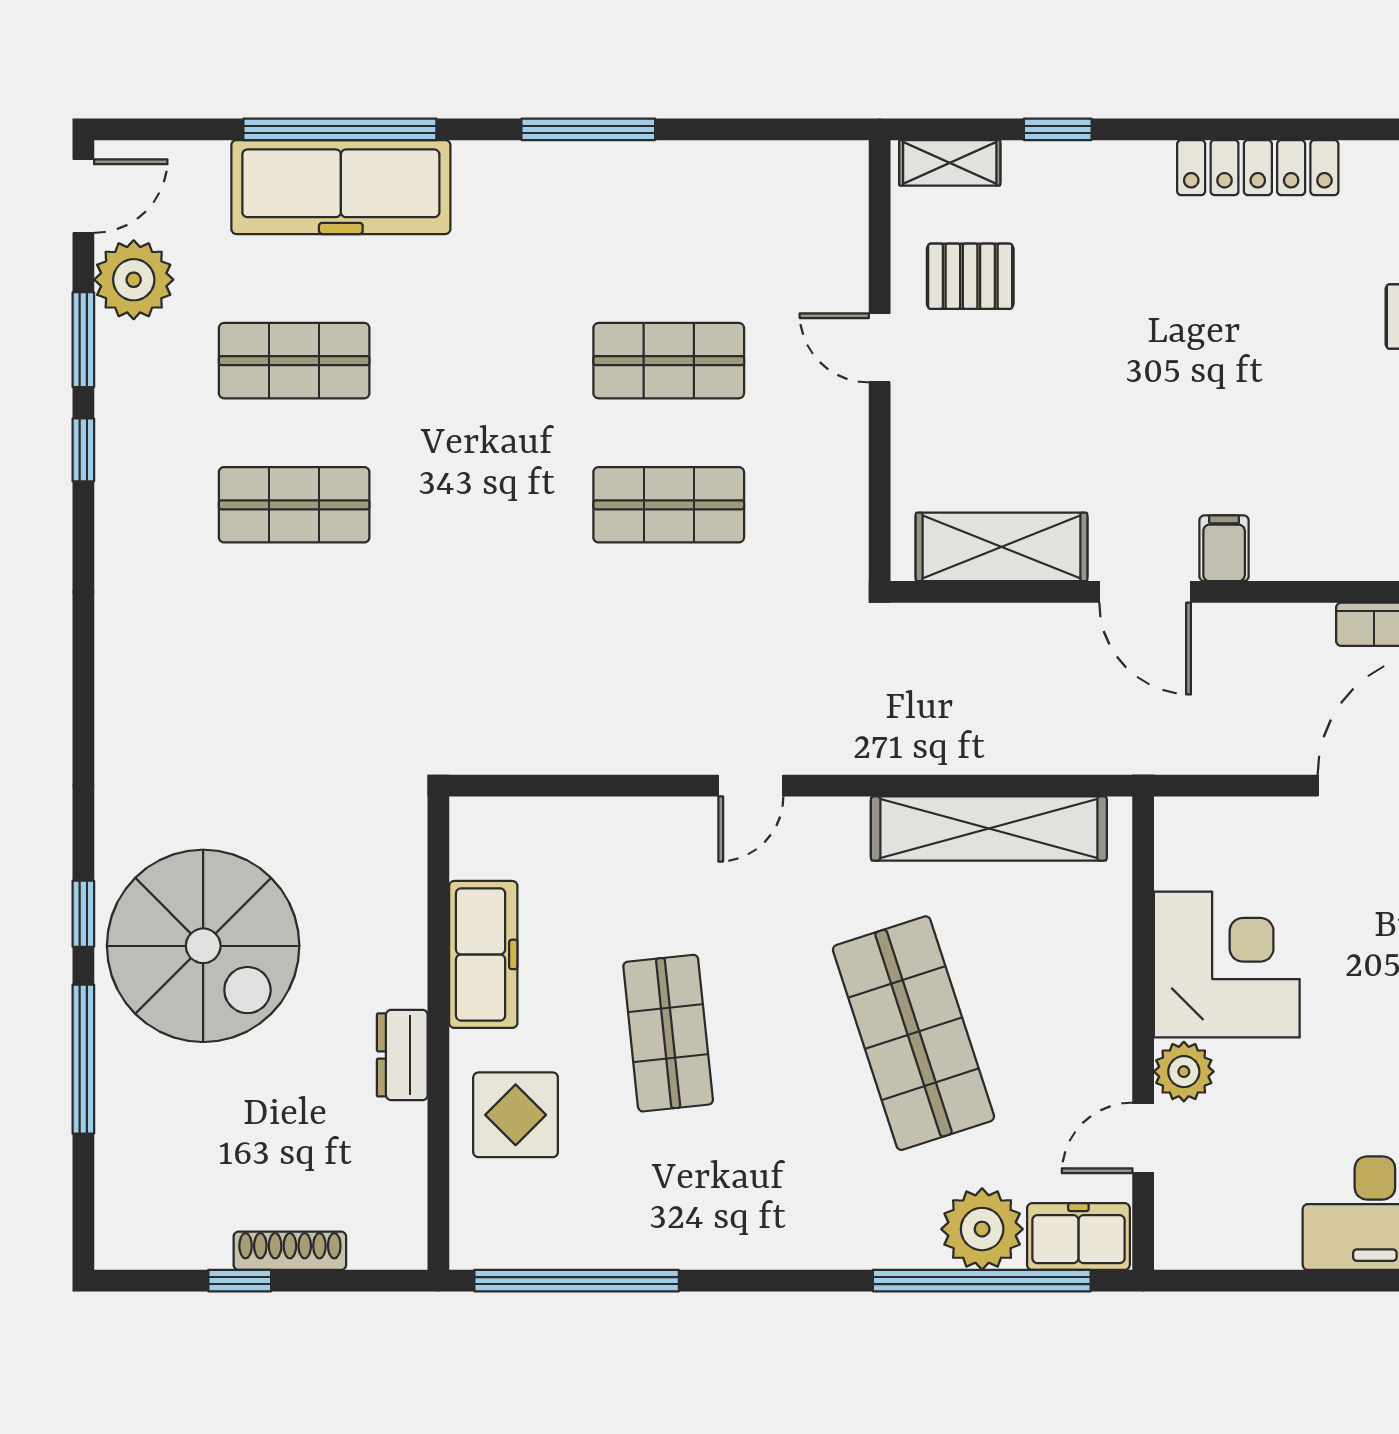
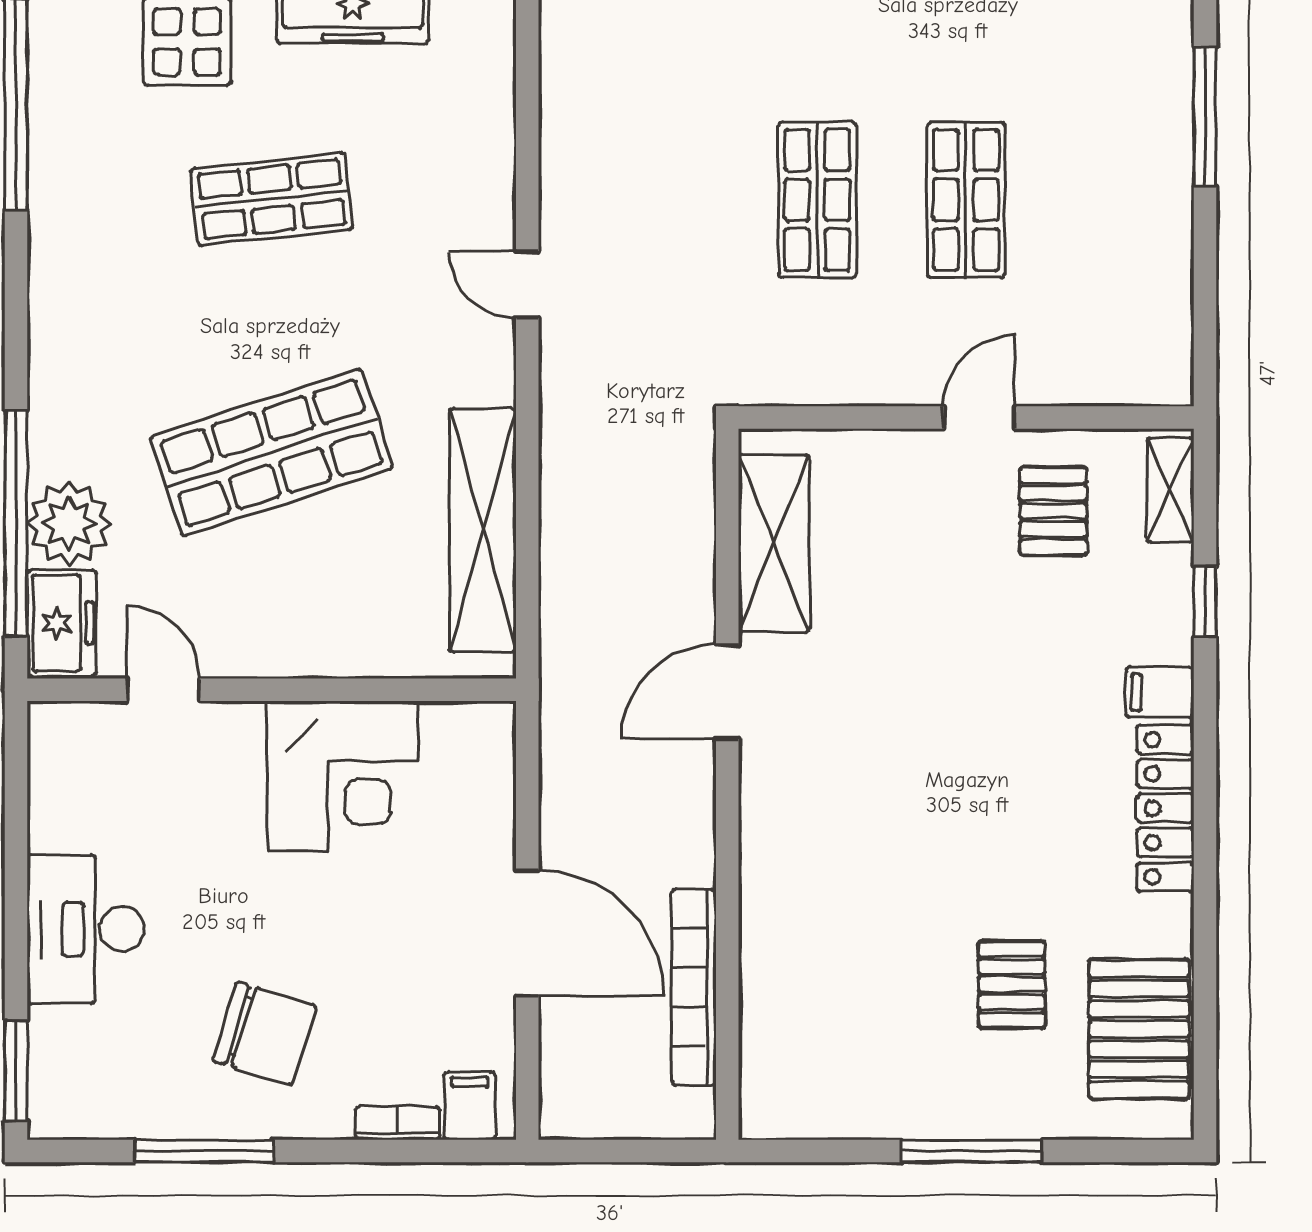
filing cabinet: (1224, 548) -> (1160, 692), moved, turned 180
plant: (1184, 1072) -> (232, 732), removed

